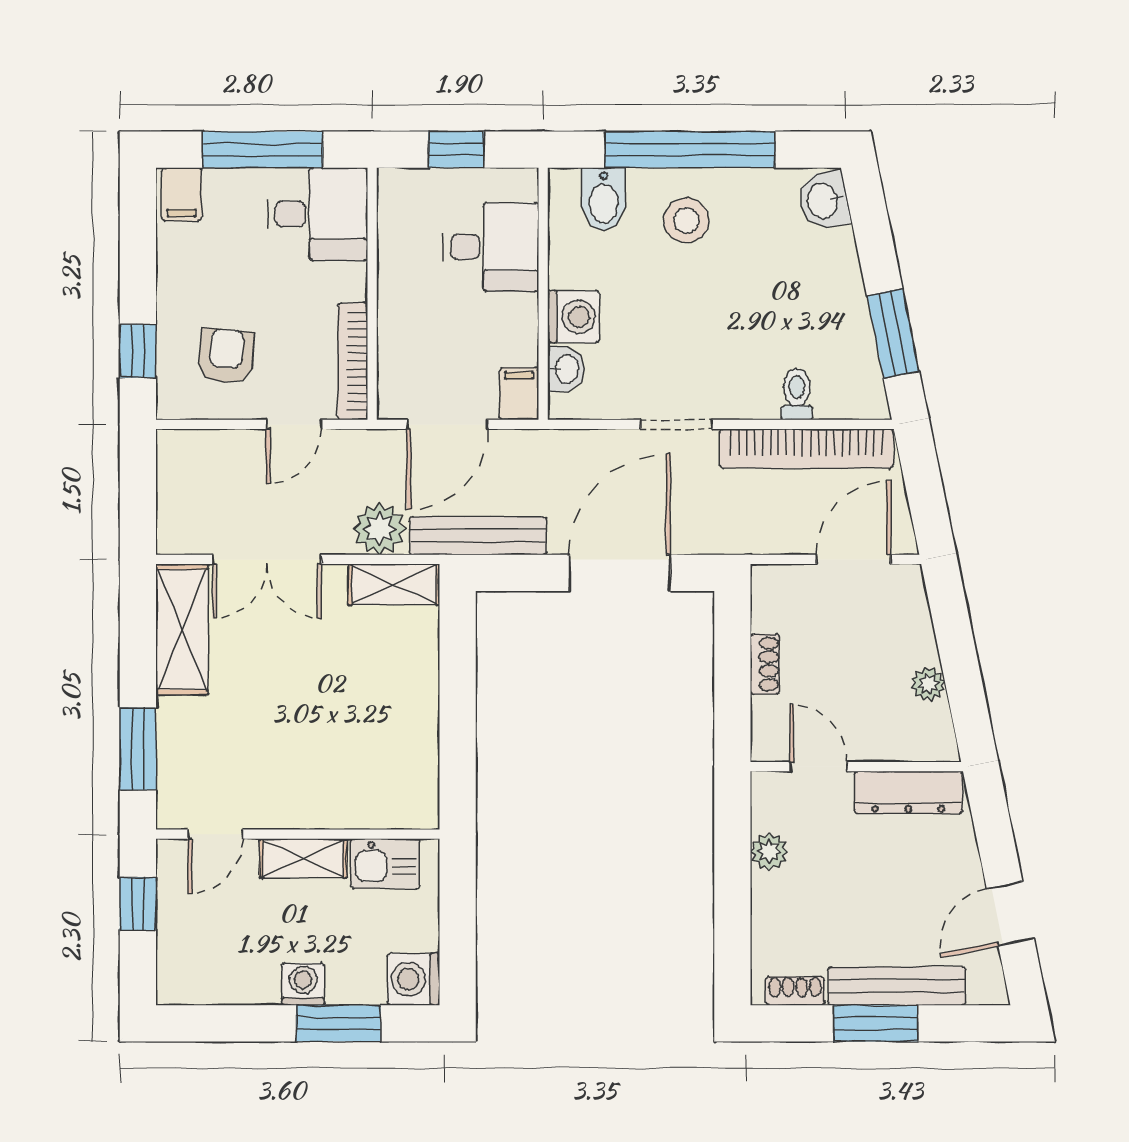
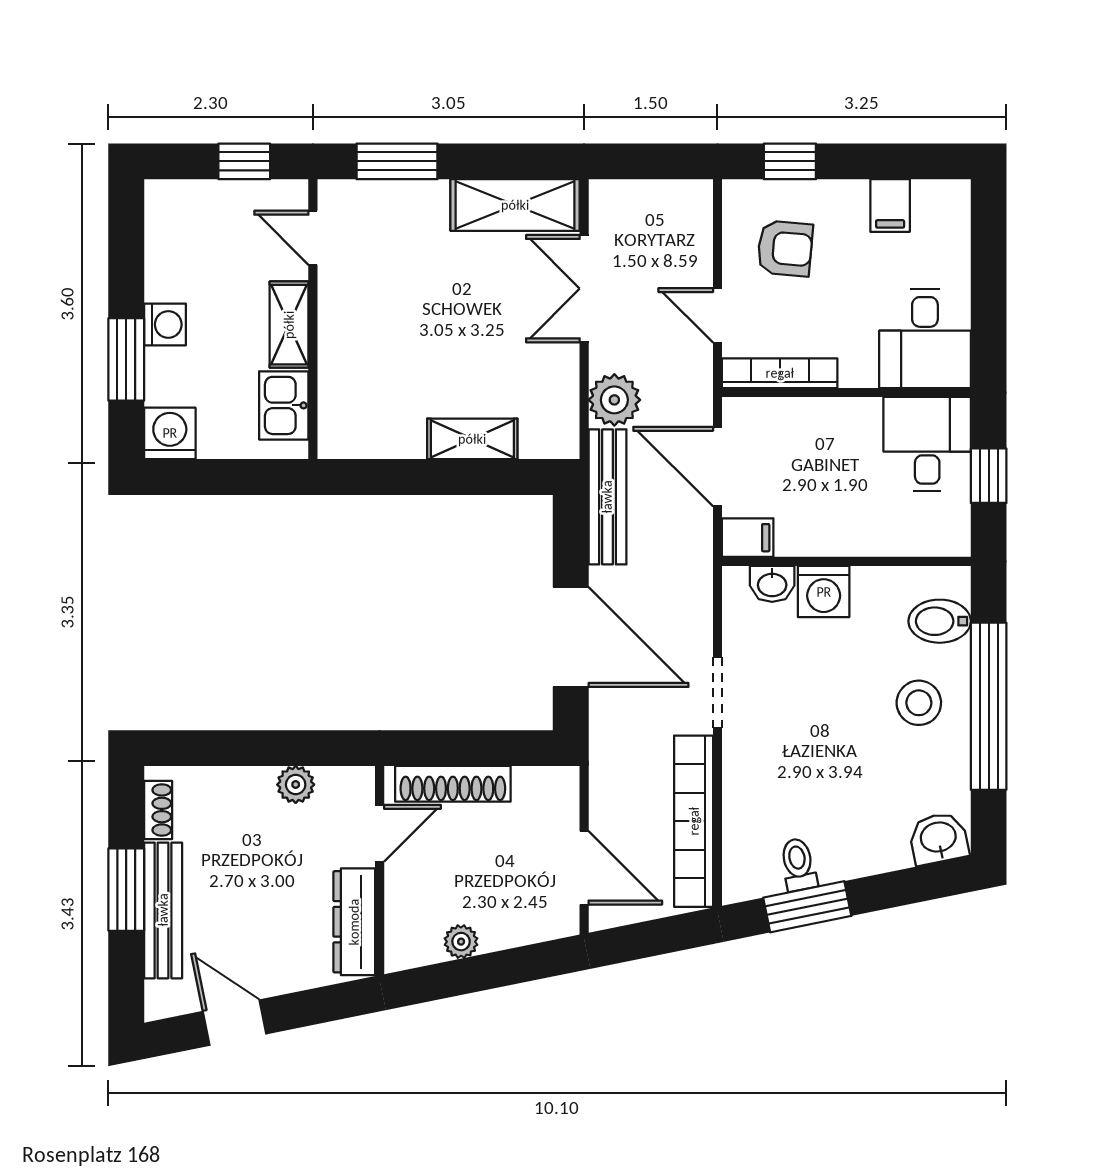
window: (263, 150) -> (989, 285), removed
filing cabinet: (181, 194) -> (890, 205), moved, turned -90
desk: (491, 247) -> (927, 444), moved, turned 180
toilet: (797, 394) -> (798, 865), moved, turned -101
shelving: (394, 585) -> (472, 439), moved, turned 90
shoe rack: (765, 664) -> (453, 784), width x1.94, depth x1.24

